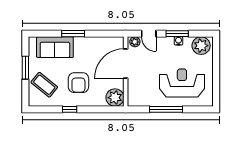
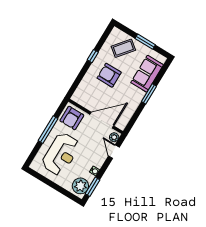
door: (149, 34) -> (114, 152), hinge flipped
window: (177, 34) -> (92, 187), moved
door: (126, 64) -> (102, 120), hinge flipped
armchair: (141, 93) -> (72, 118), added
plant: (115, 98) -> (81, 96), removed

